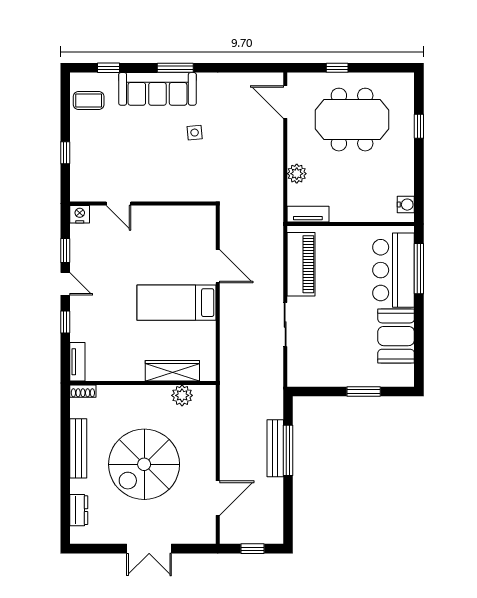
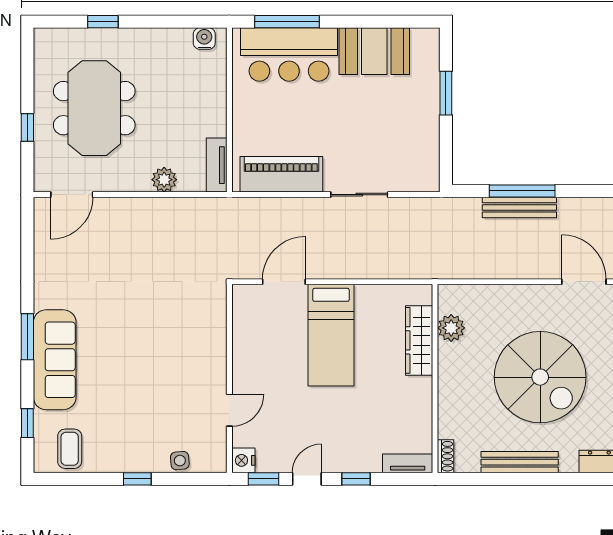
side table: (195, 133) -> (180, 461), moved
door: (118, 203) -> (229, 410), moved
wall: (143, 203) -> (229, 379), moved
nightstand: (80, 214) -> (243, 460), moved

